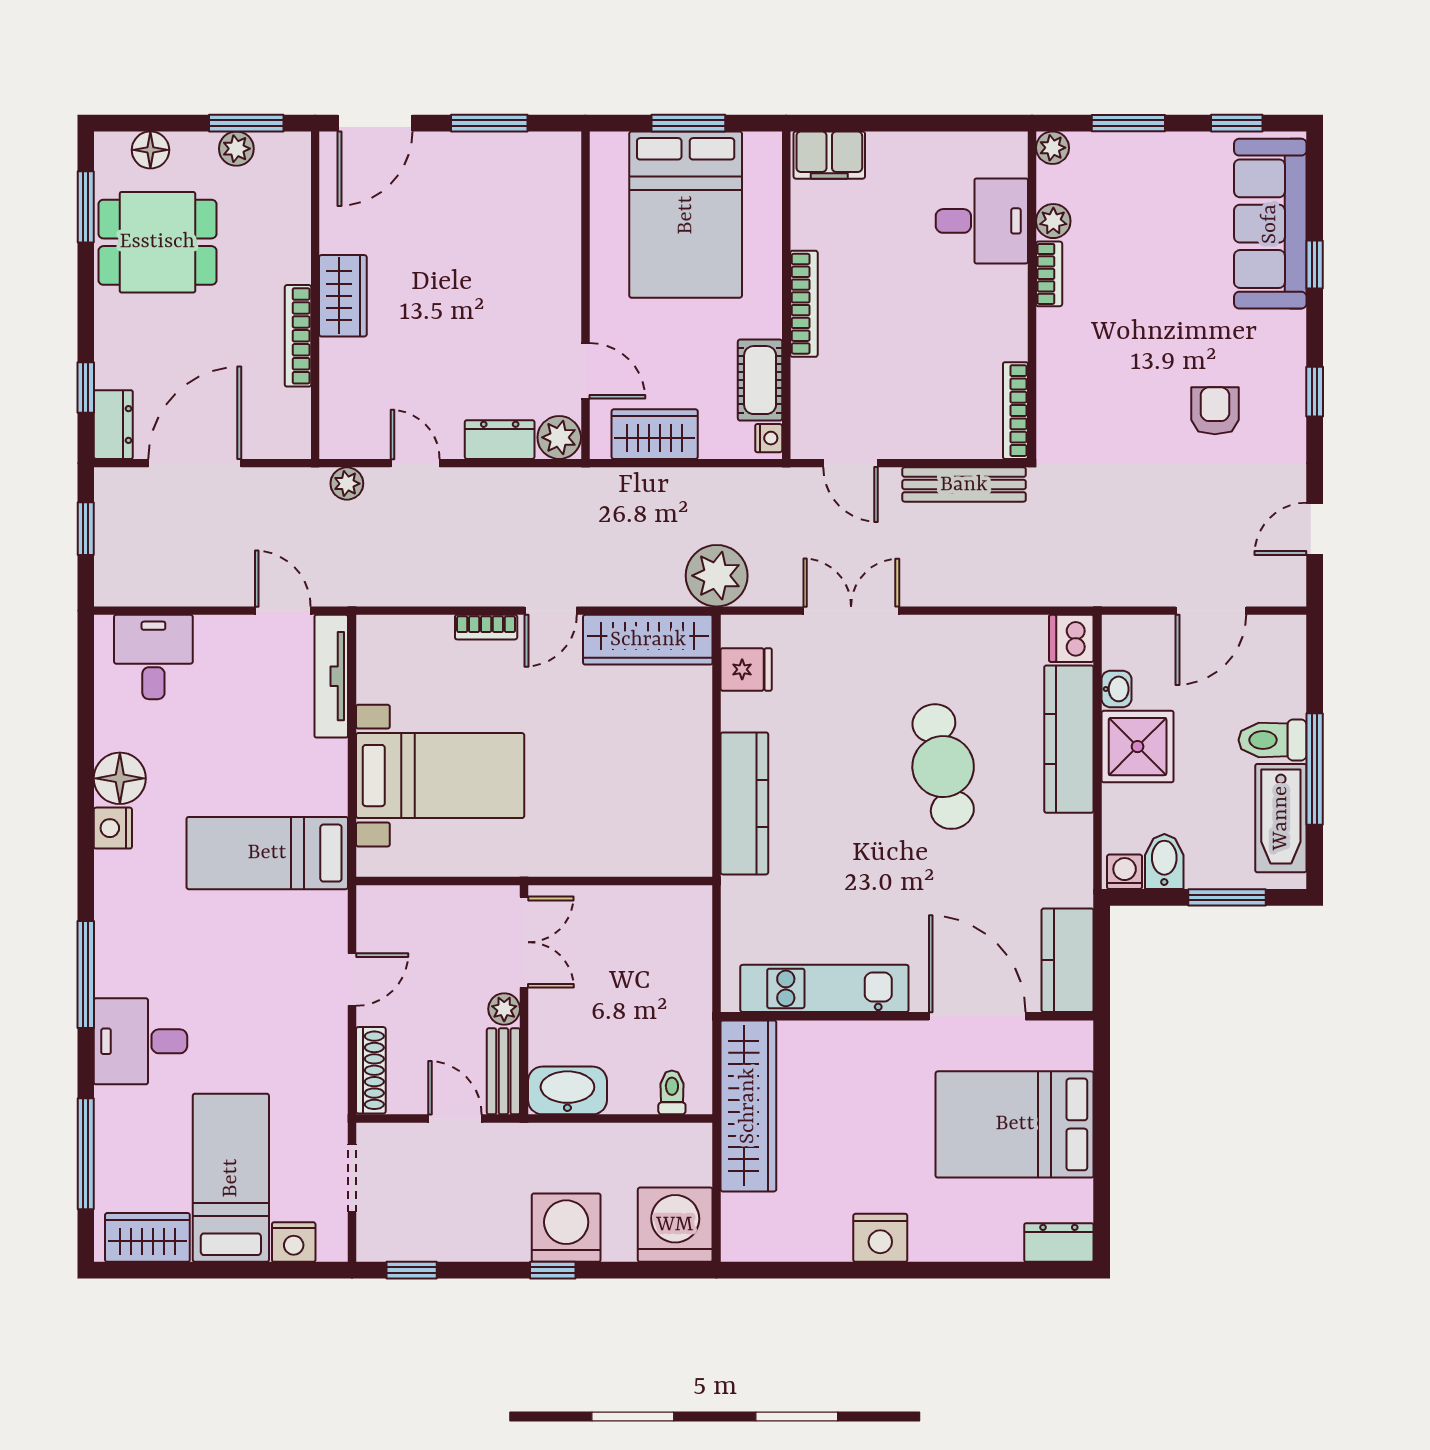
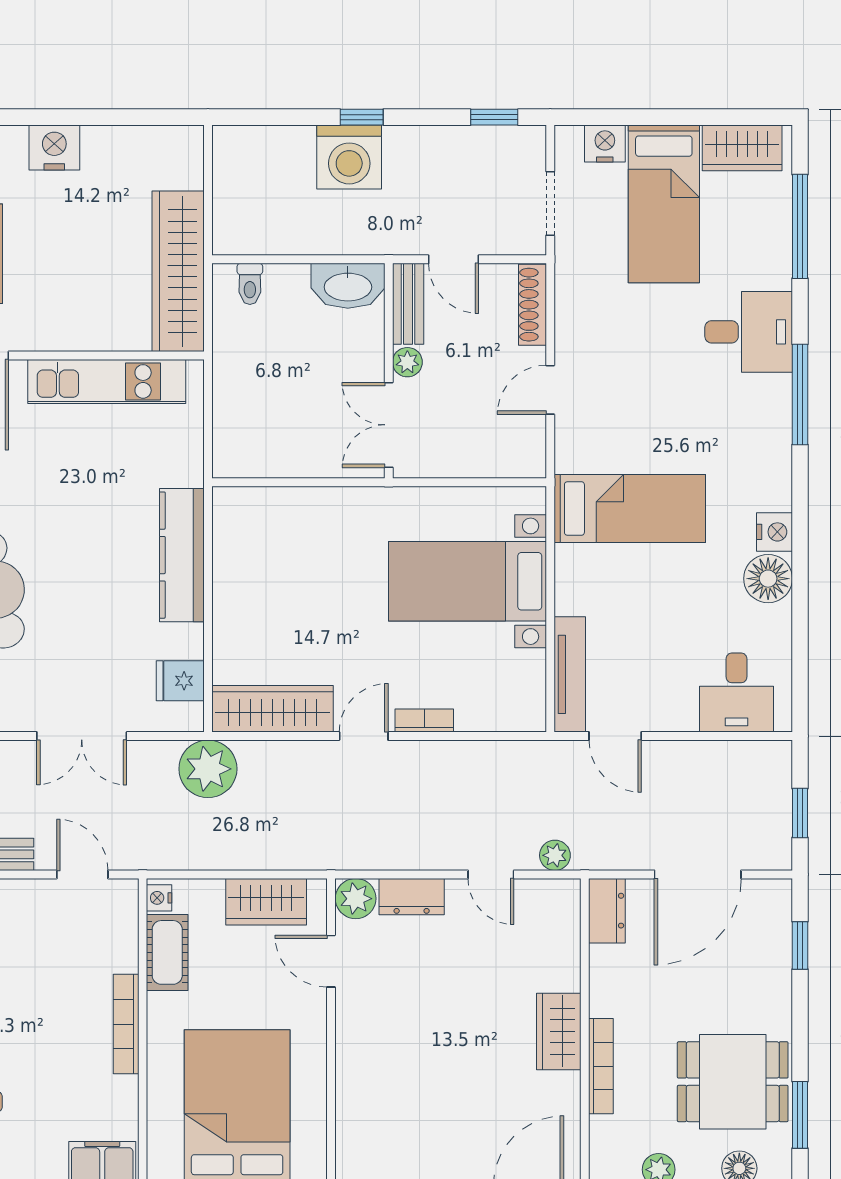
bookcase: (298, 336) -> (601, 1066), moved
dresser: (113, 425) -> (607, 911), moved, turned 180
washing machine: (675, 1225) -> (247, 160), removed

